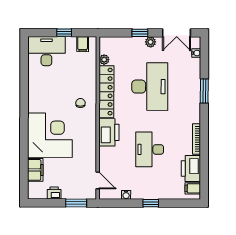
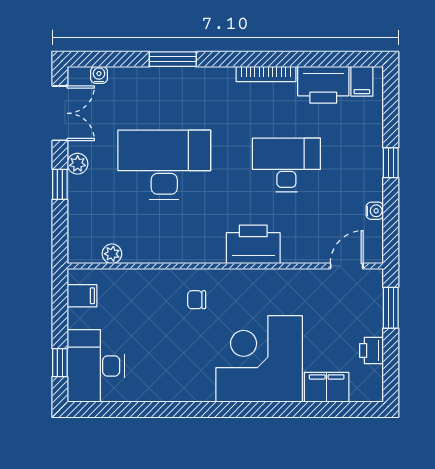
window: (64, 33) -> (60, 363), moved
locker: (106, 92) -> (174, 249), removed
desk: (150, 149) -> (286, 165), turned 180

